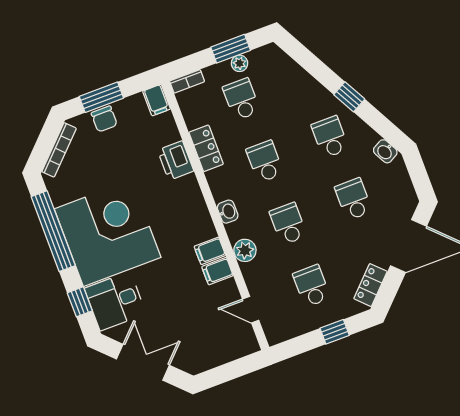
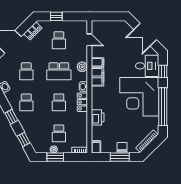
window: (307, 60) -> (24, 140), added
locker: (206, 148) -> (82, 102), moved
school desk: (288, 224) -> (59, 71), width x1.85
filing cabinet: (210, 251) -> (98, 77), width x2.00

